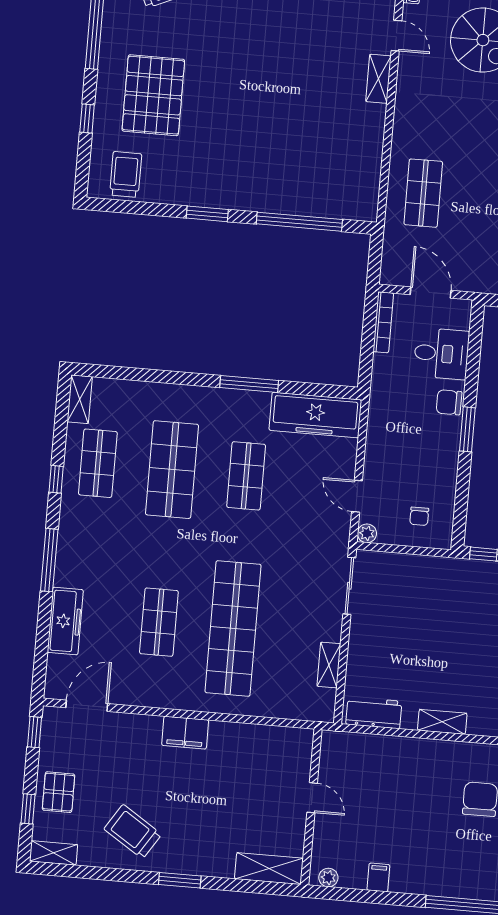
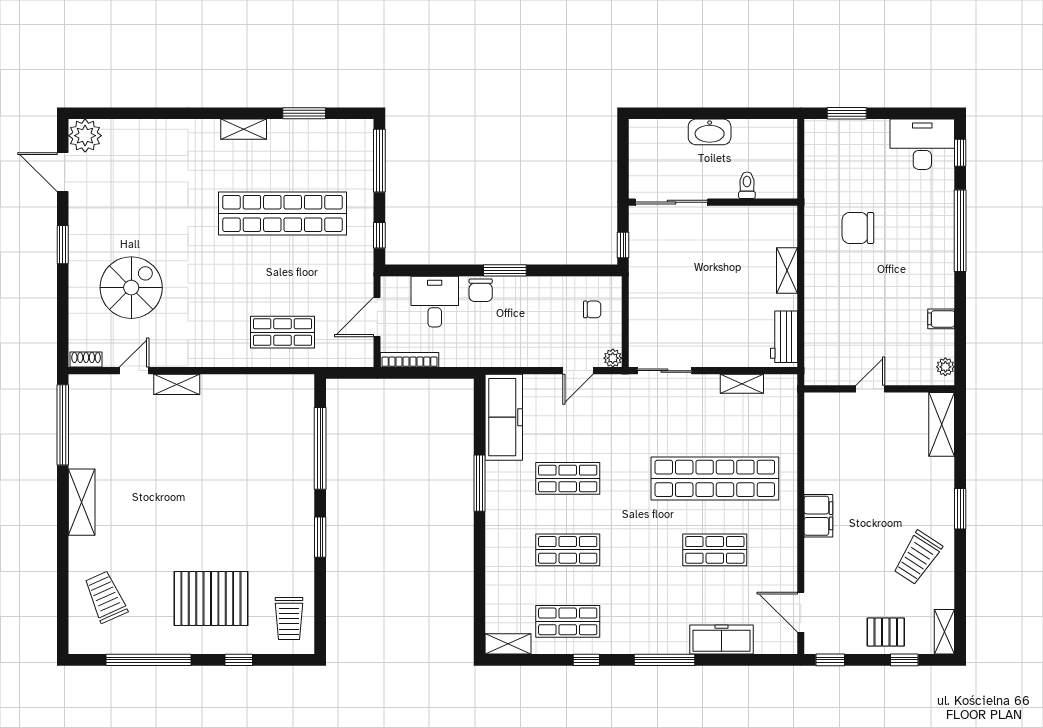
trolley: (126, 174) -> (289, 618), turned -90
shop shelf: (172, 470) -> (568, 550), width x0.70, depth x0.74

